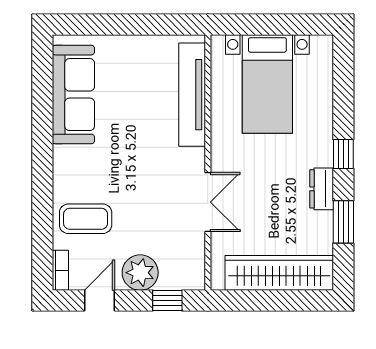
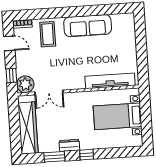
sofa: (73, 95) -> (88, 26), moved
double door: (208, 202) -> (49, 92), moved
plant: (140, 273) -> (25, 84), moved

